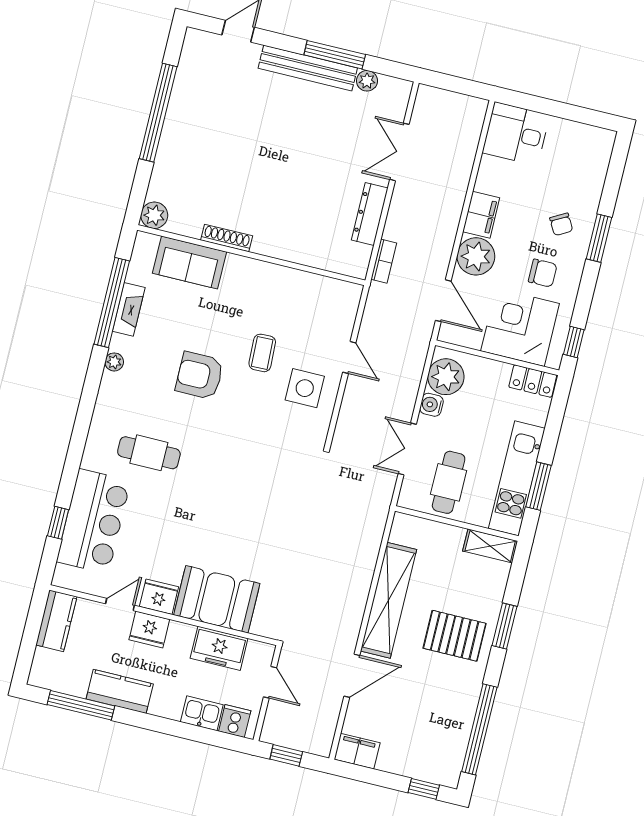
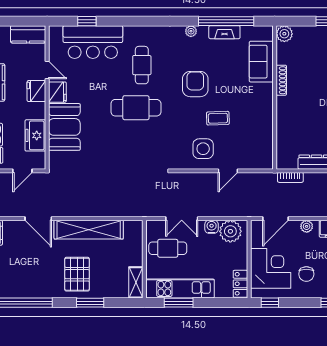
plant: (476, 256) -> (307, 226), width x0.53, depth x0.53
double door: (407, 449) -> (182, 219), swing flipped
cafe table: (214, 478) -> (136, 108), added

